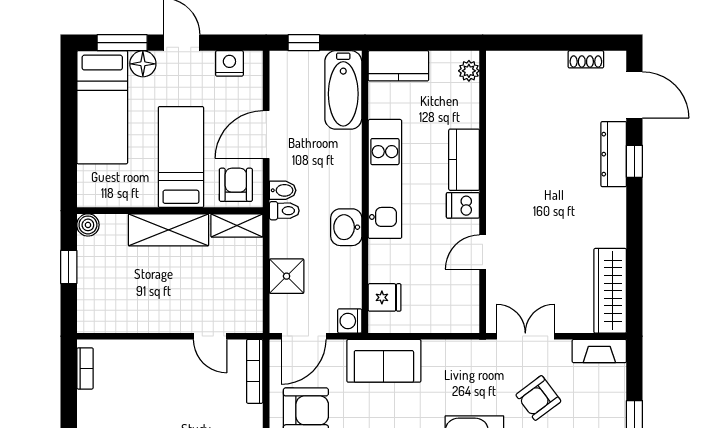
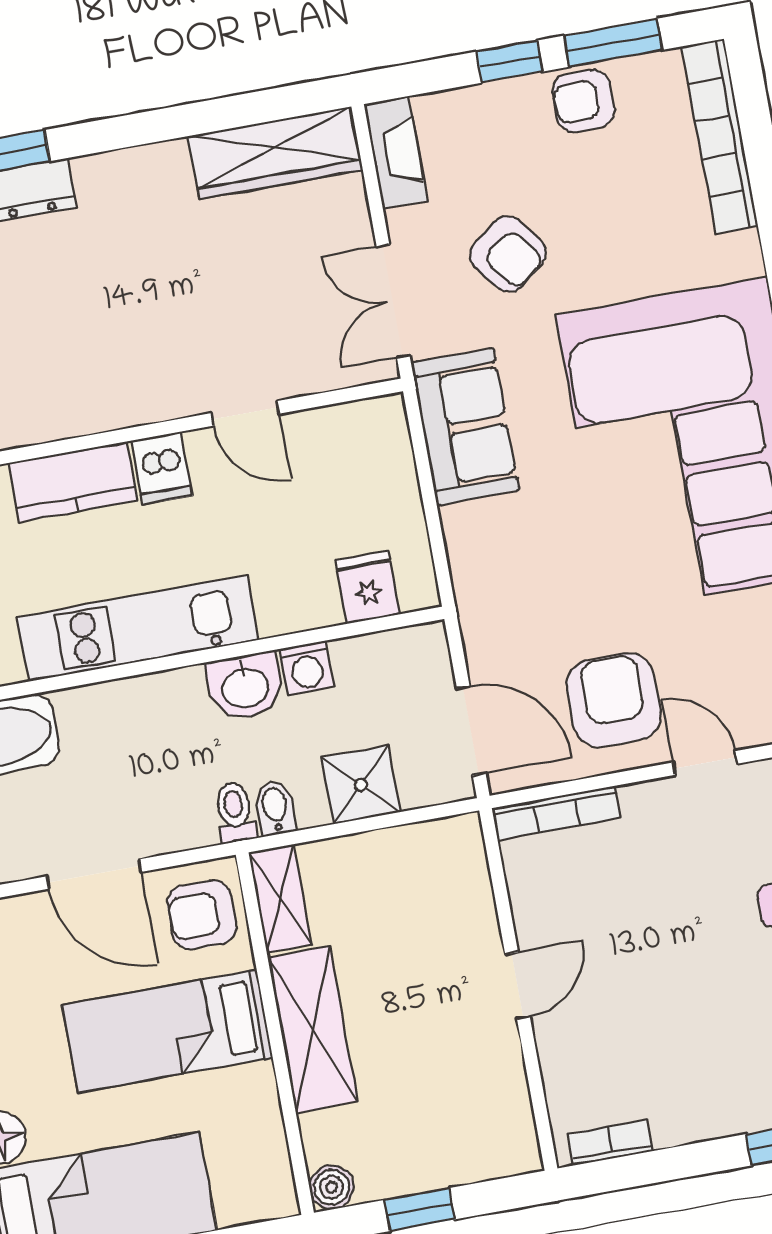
bidet: (283, 190) -> (275, 808), moved
washing machine: (350, 321) -> (307, 668), moved
door: (210, 336) -> (518, 986), moved
sofa: (384, 361) -> (465, 426), moved

